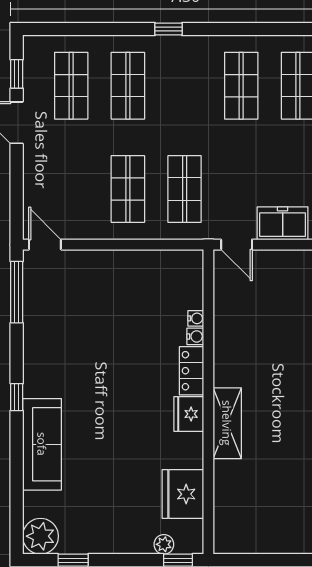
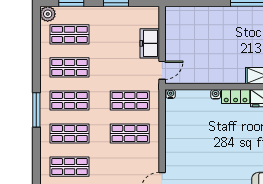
window: (168, 29) -> (36, 110), width x2.17
shop shelf: (185, 86) -> (70, 100), added
water cooler: (196, 318) -> (171, 94), moved

